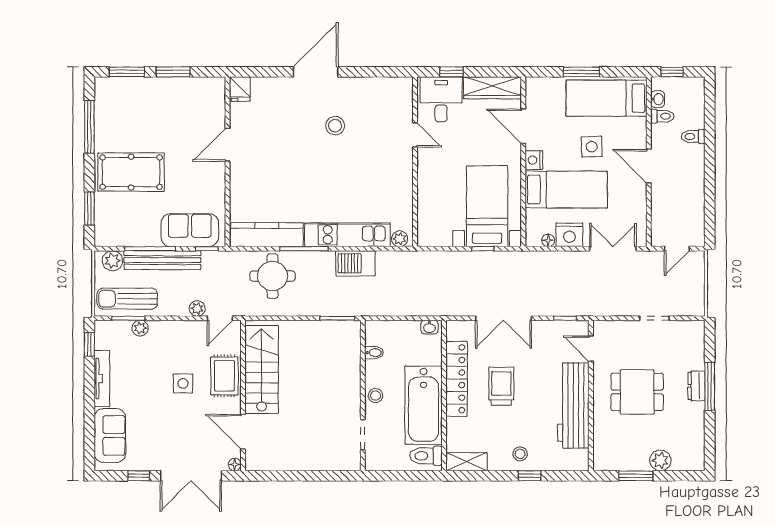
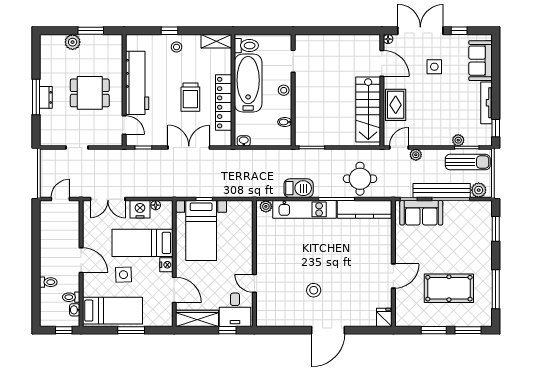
pool table: (131, 172) -> (449, 288), moved
side table: (183, 383) -> (434, 67), moved

